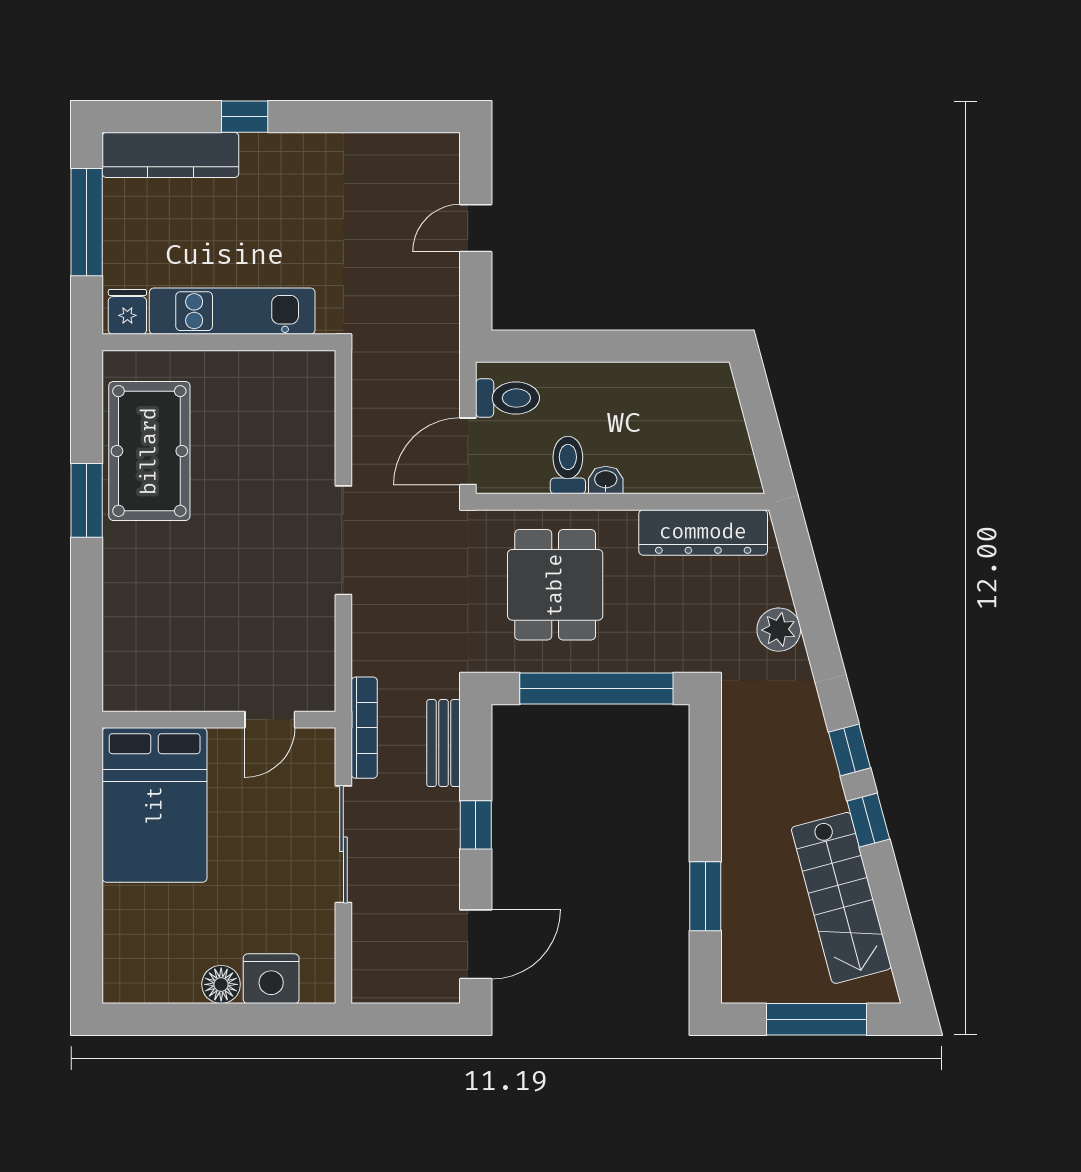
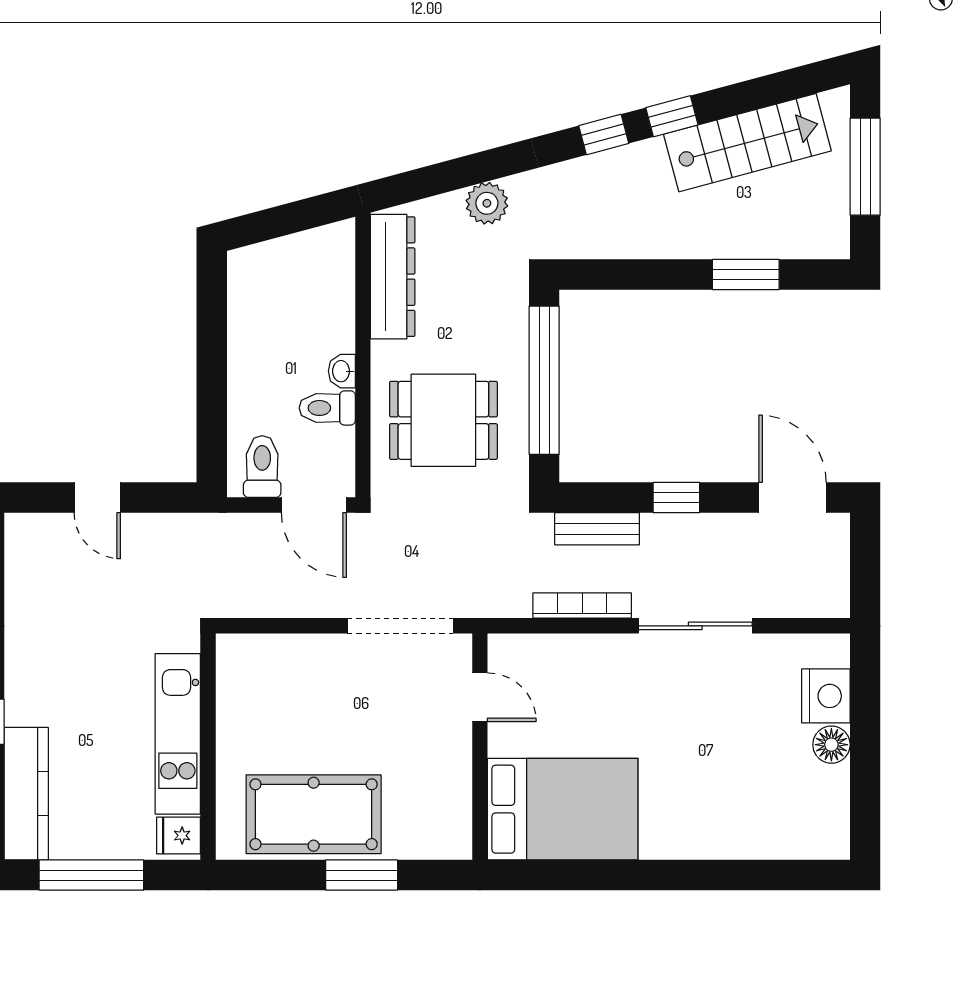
wall: (219, 720) -> (480, 747), moved
door: (270, 720) -> (480, 697), moved
bed: (155, 805) -> (563, 809), moved

